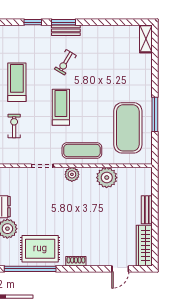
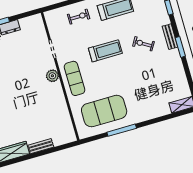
window: (63, 22) -> (180, 47), moved
plant: (107, 178) -> (58, 105), removed

